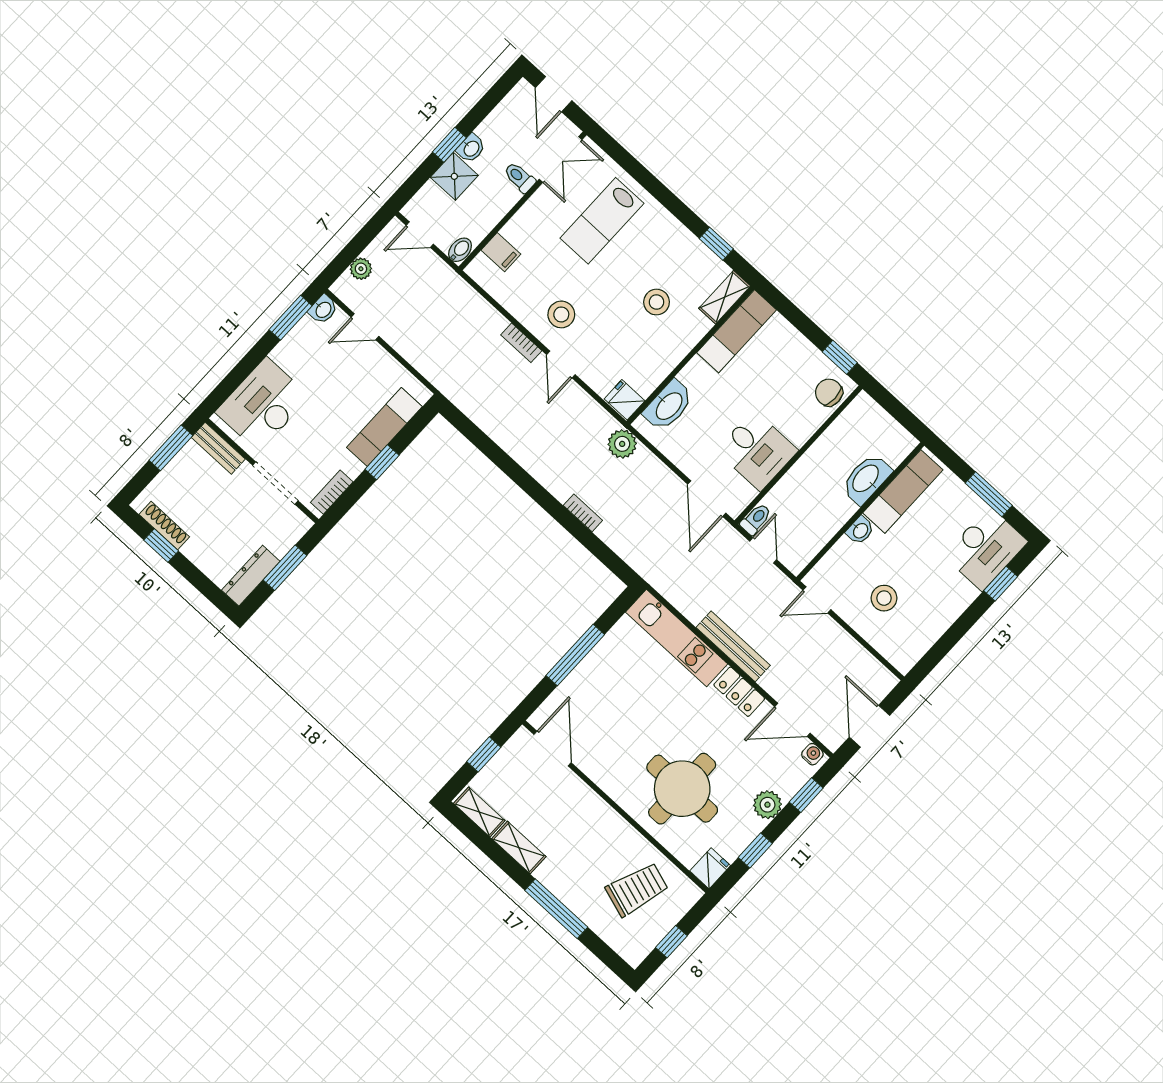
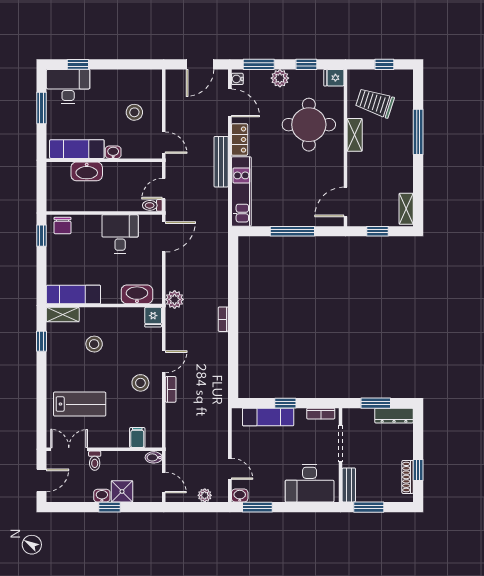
bookcase: (583, 513) -> (223, 319), moved
window: (806, 795) -> (259, 64), width x1.50
shelving: (519, 848) -> (355, 135), moved

